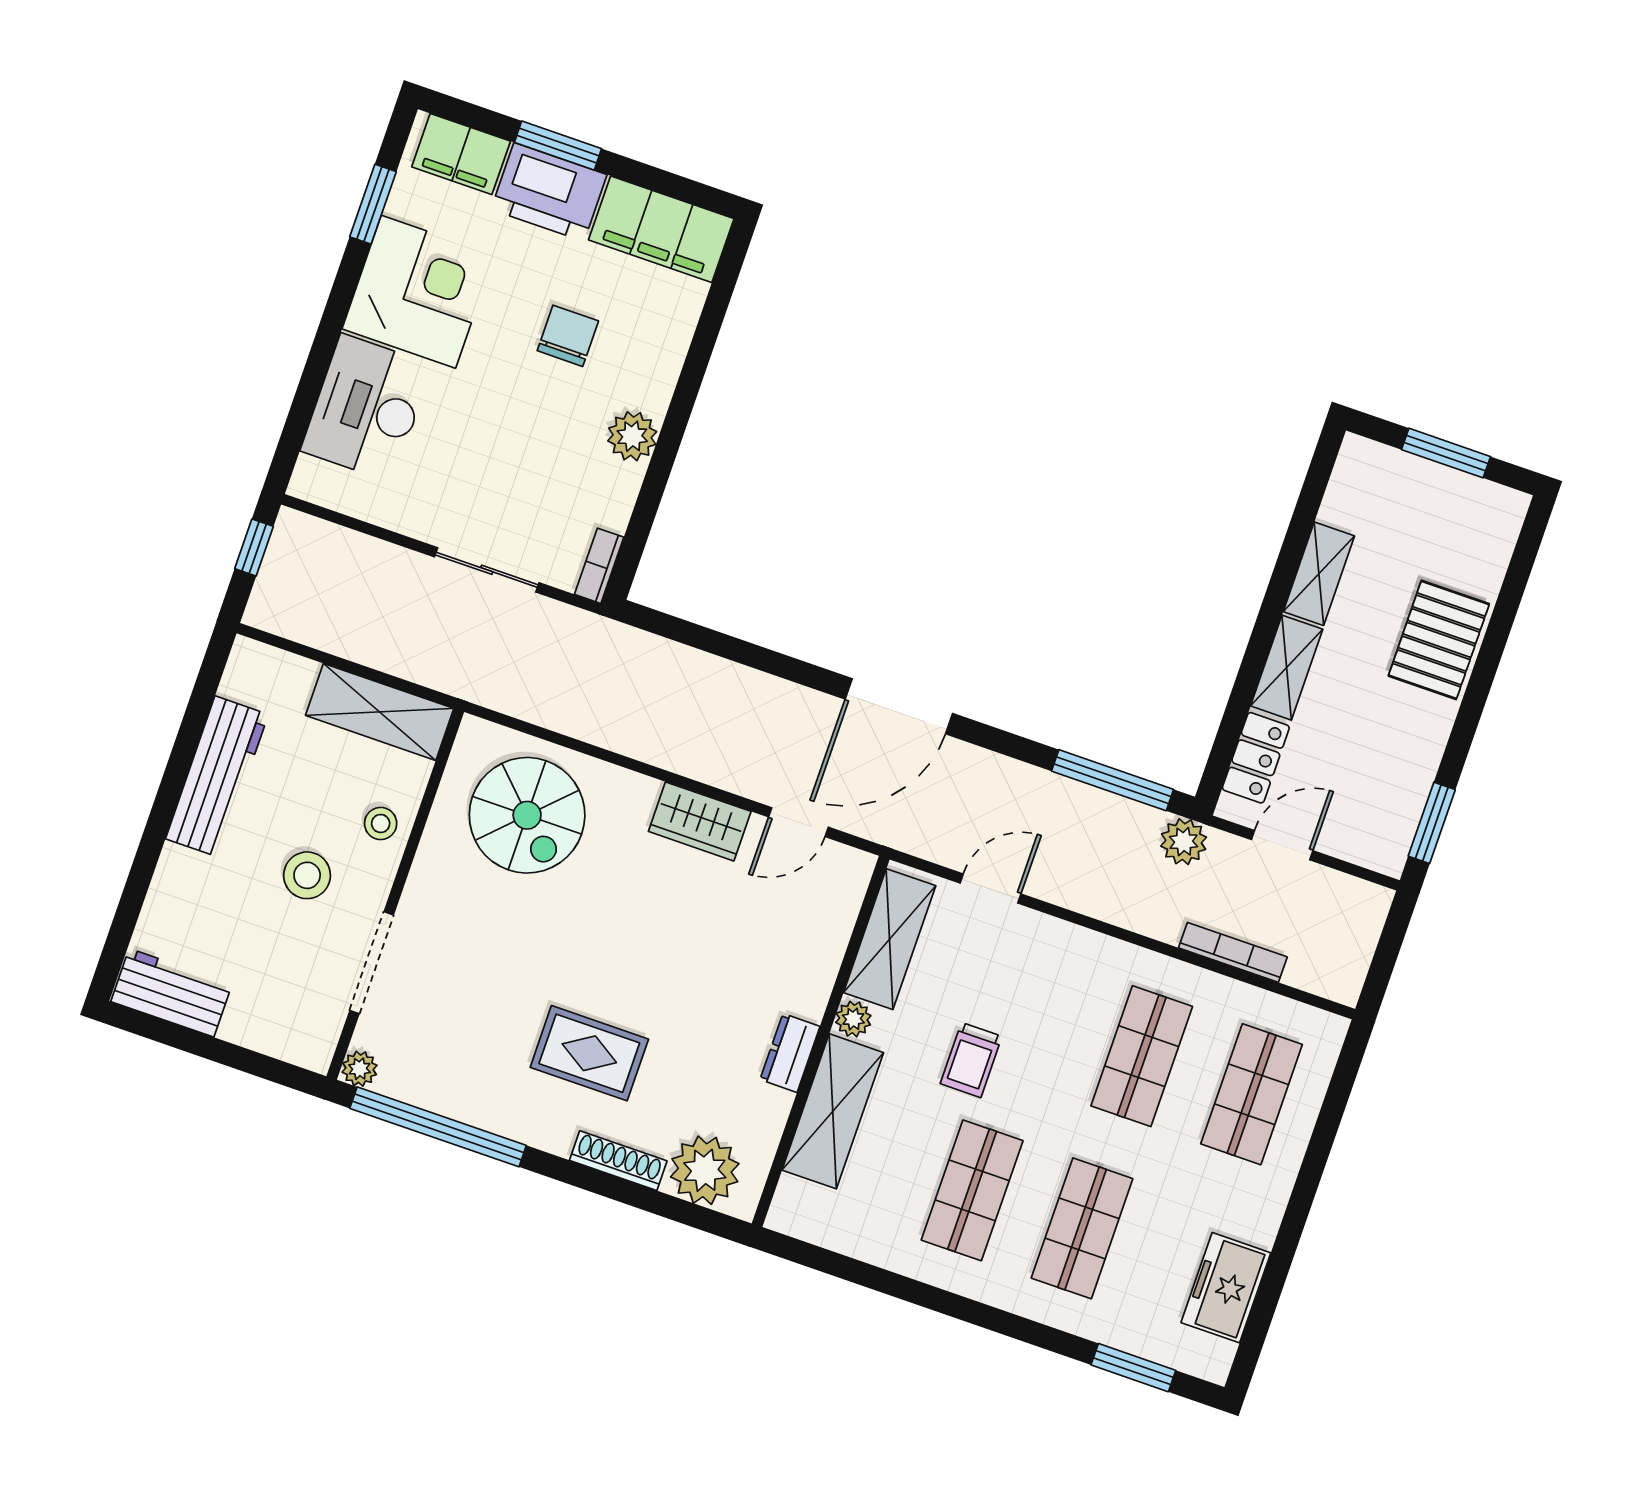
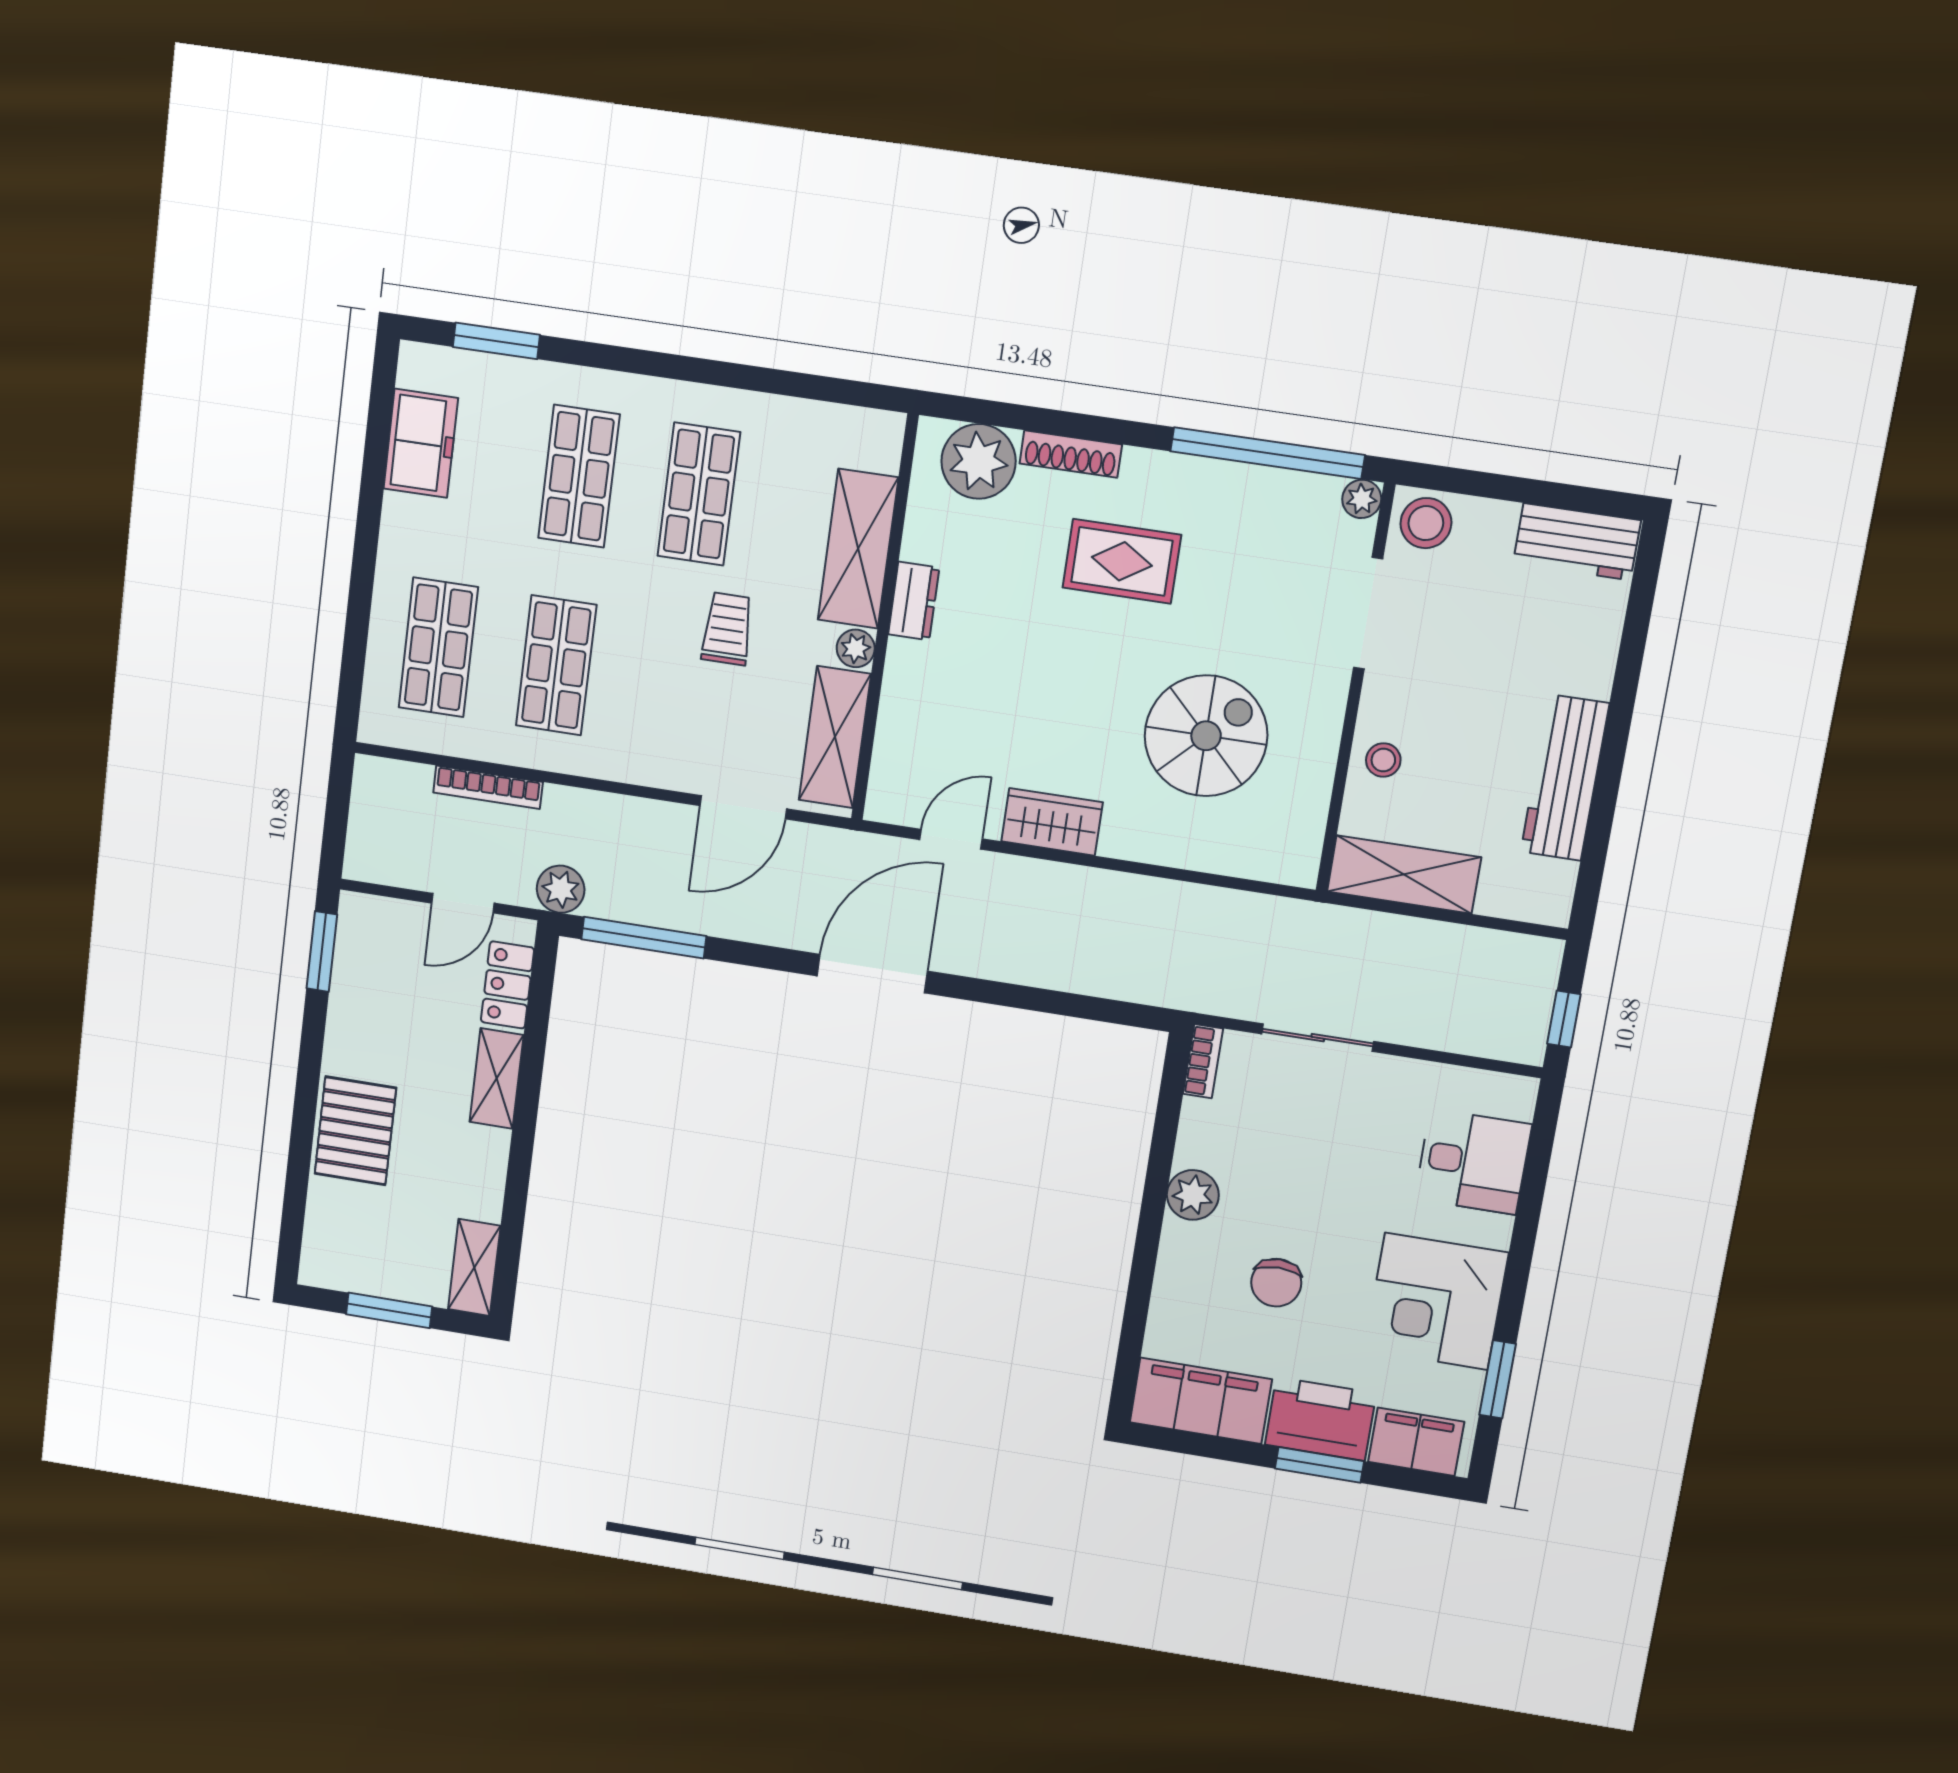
desk: (367, 408) -> (1473, 1162), width x0.73
shelving: (1319, 574) -> (474, 1268), moved
spiral stairs: (527, 815) -> (1206, 736), moved, turned 90
stool: (307, 875) -> (1426, 523), moved
door: (991, 889) -> (743, 807), width x1.38

